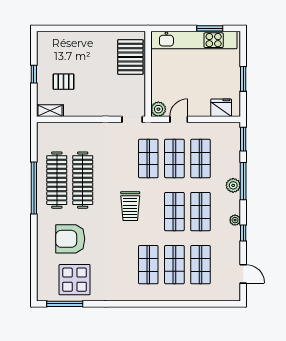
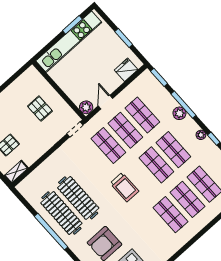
pallet: (130, 57) -> (40, 109), moved, width x0.67, depth x0.71

